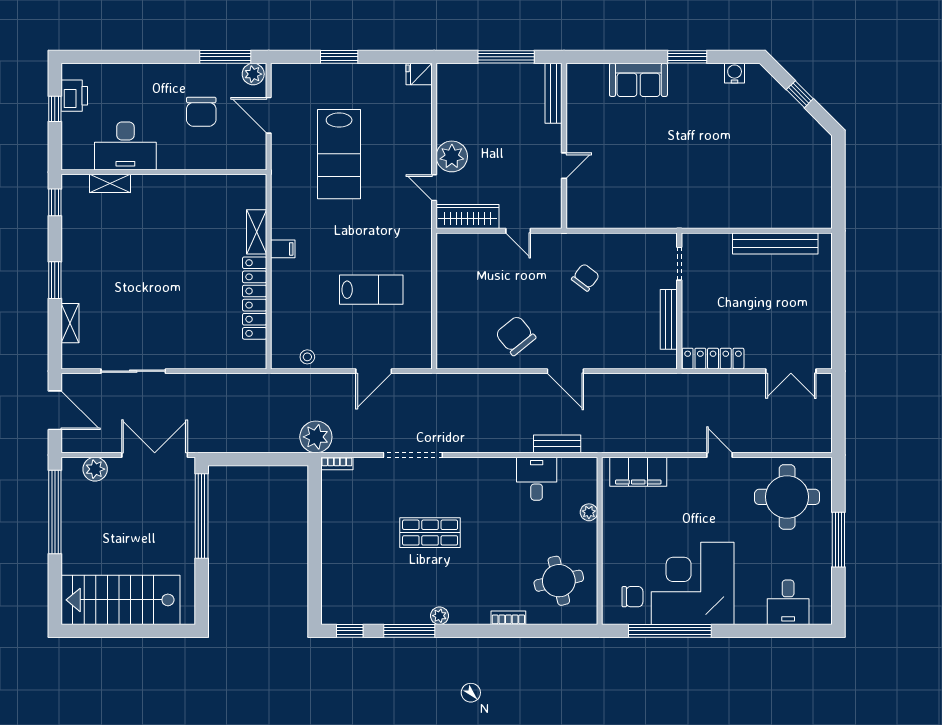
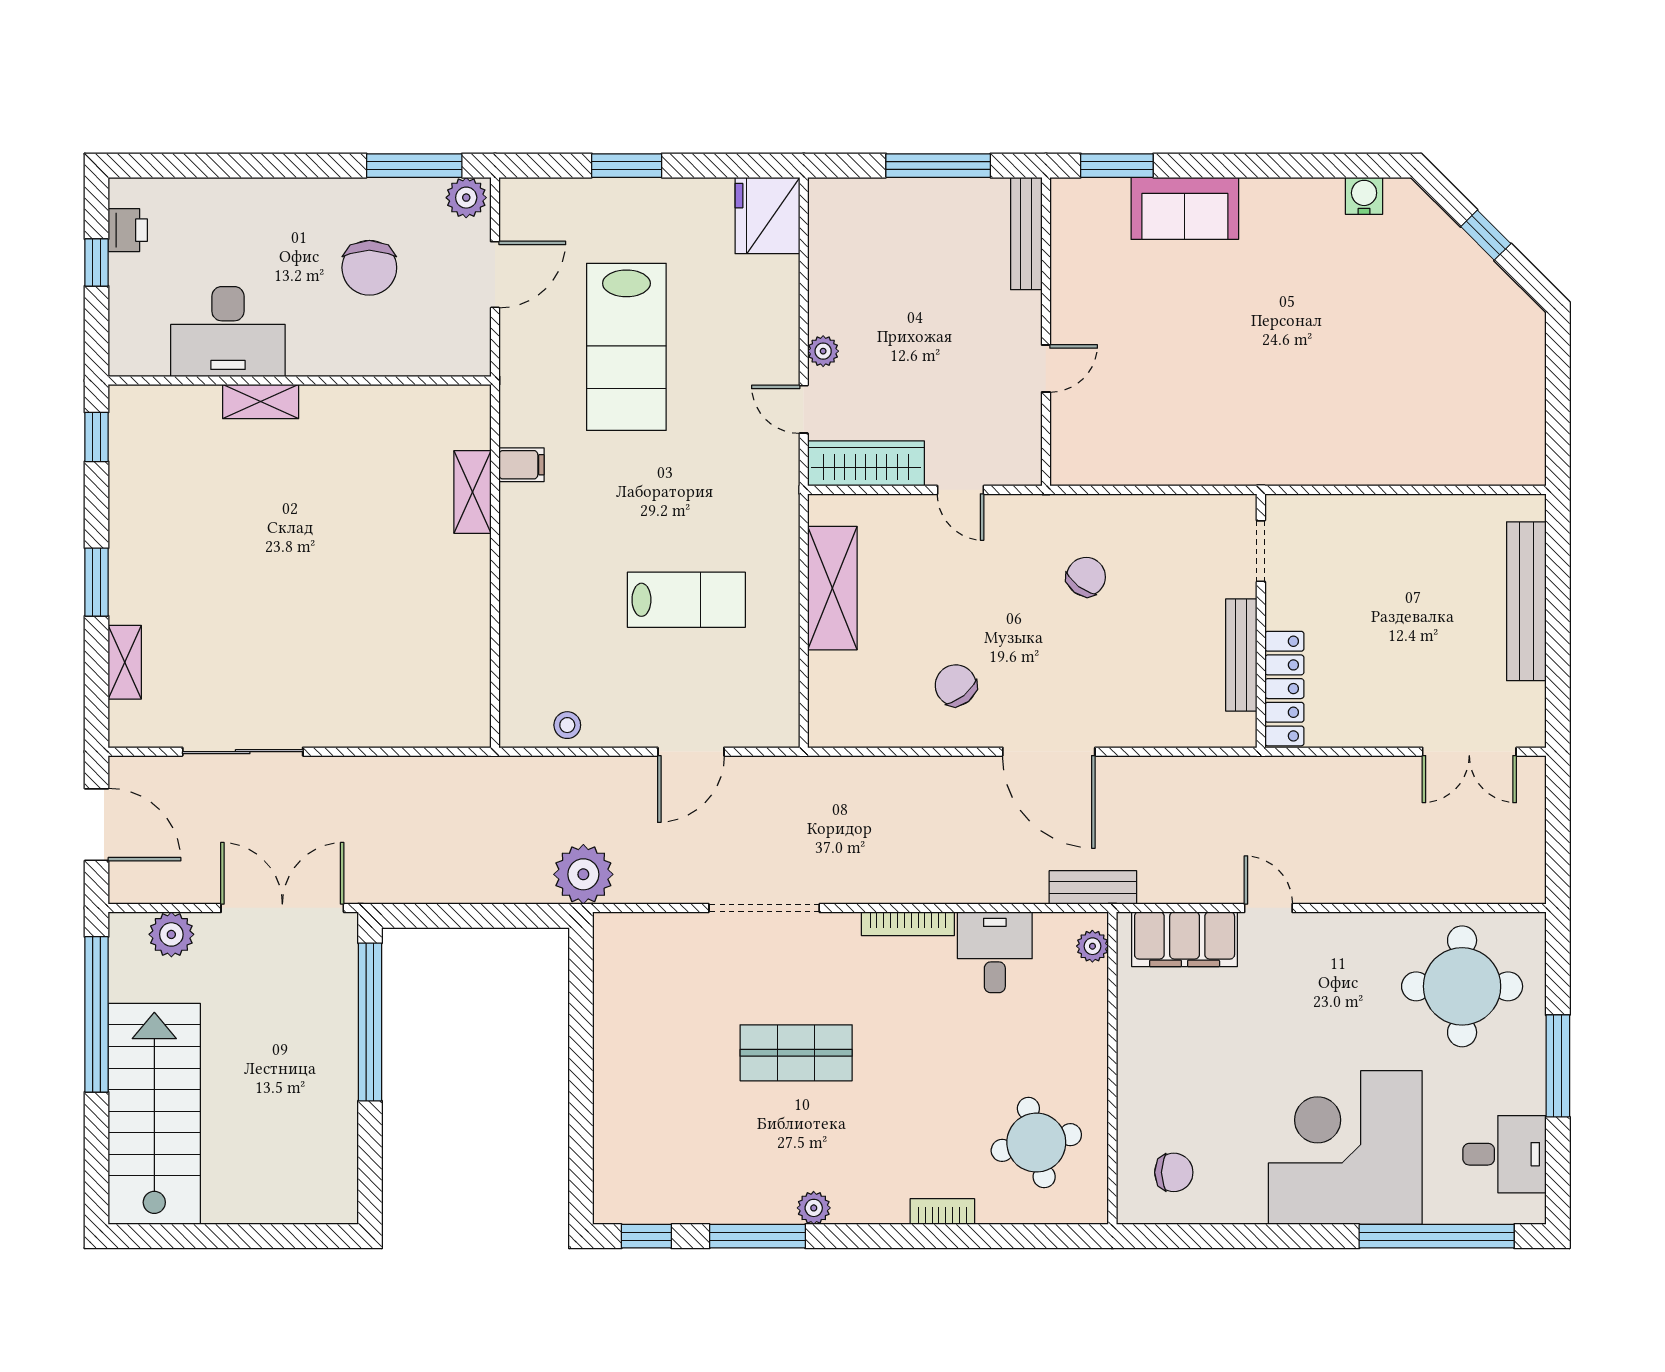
window: (687, 57) -> (1117, 166), moved
fridge: (419, 74) -> (767, 216), width x1.88, depth x1.34
printer: (74, 96) -> (128, 230), width x0.73, depth x0.81
door: (269, 115) -> (495, 275), swing flipped
plant: (452, 156) -> (823, 351), width x0.53, depth x0.53
shelving: (110, 183) -> (261, 402), moved
bench: (775, 243) -> (1526, 601), moved, turned 90
filing cabinet: (283, 249) -> (522, 465), moved
shelving: (449, 283) -> (832, 588), added
locker: (255, 298) -> (469, 615), removed
chair: (516, 336) -> (956, 685), width x0.73, depth x0.73
locker: (713, 359) -> (1284, 689), moved, turned 90
door: (565, 371) -> (1049, 752), width x1.36
bench: (557, 444) -> (1093, 887), moved
door: (720, 455) -> (1268, 908), moved
bookcase: (337, 463) -> (908, 924), moved, width x1.56
plant: (589, 512) -> (1092, 946), moved
corner desk: (693, 583) -> (1345, 1148), moved
stairs: (121, 600) -> (154, 1114), moved, turned 90
desk: (788, 602) -> (1504, 1154), moved, turned -90
window: (670, 631) -> (1437, 1236), moved

